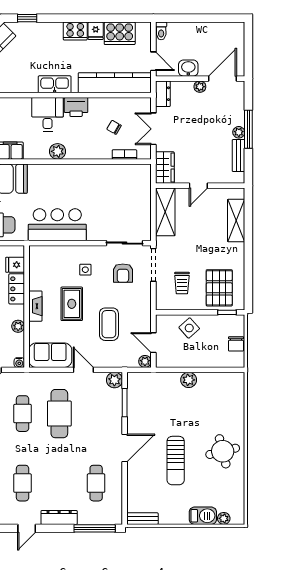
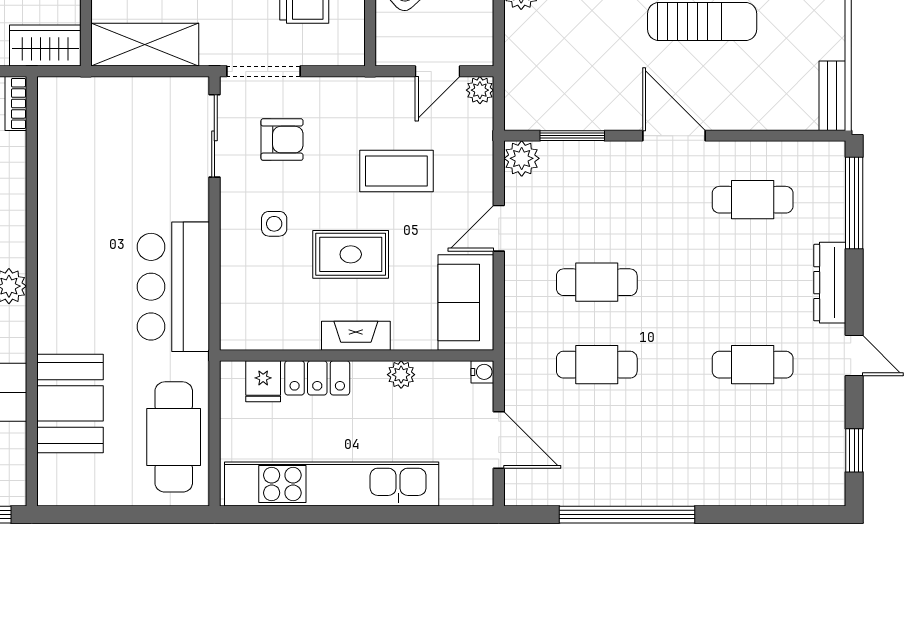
bookcase: (124, 154) -> (16, 103), moved
cafe table: (59, 414) -> (597, 282), width x0.73, depth x0.74

